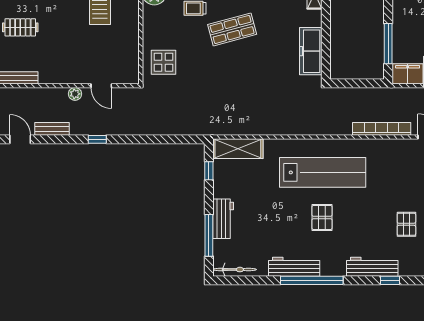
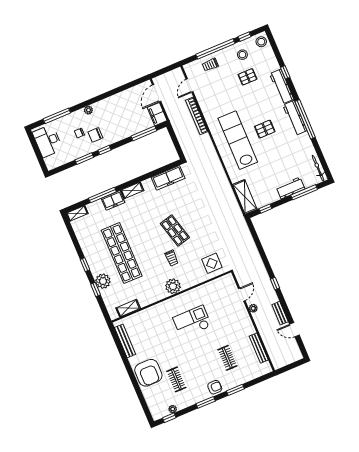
door: (20, 139) -> (294, 330), hinge flipped
workbench: (294, 267) -> (295, 118), moved

